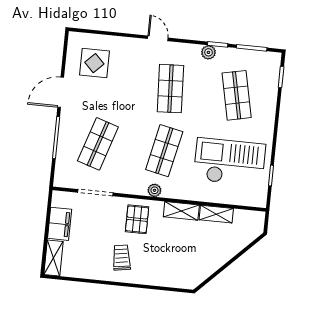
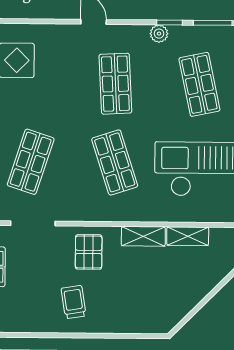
shop shelf: (164, 151) -> (115, 162), turned -30
plant: (154, 190) -> (107, 214), removed

